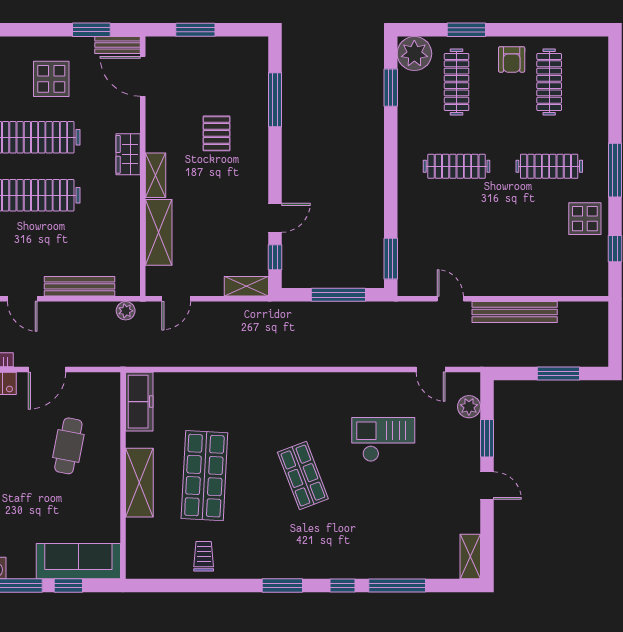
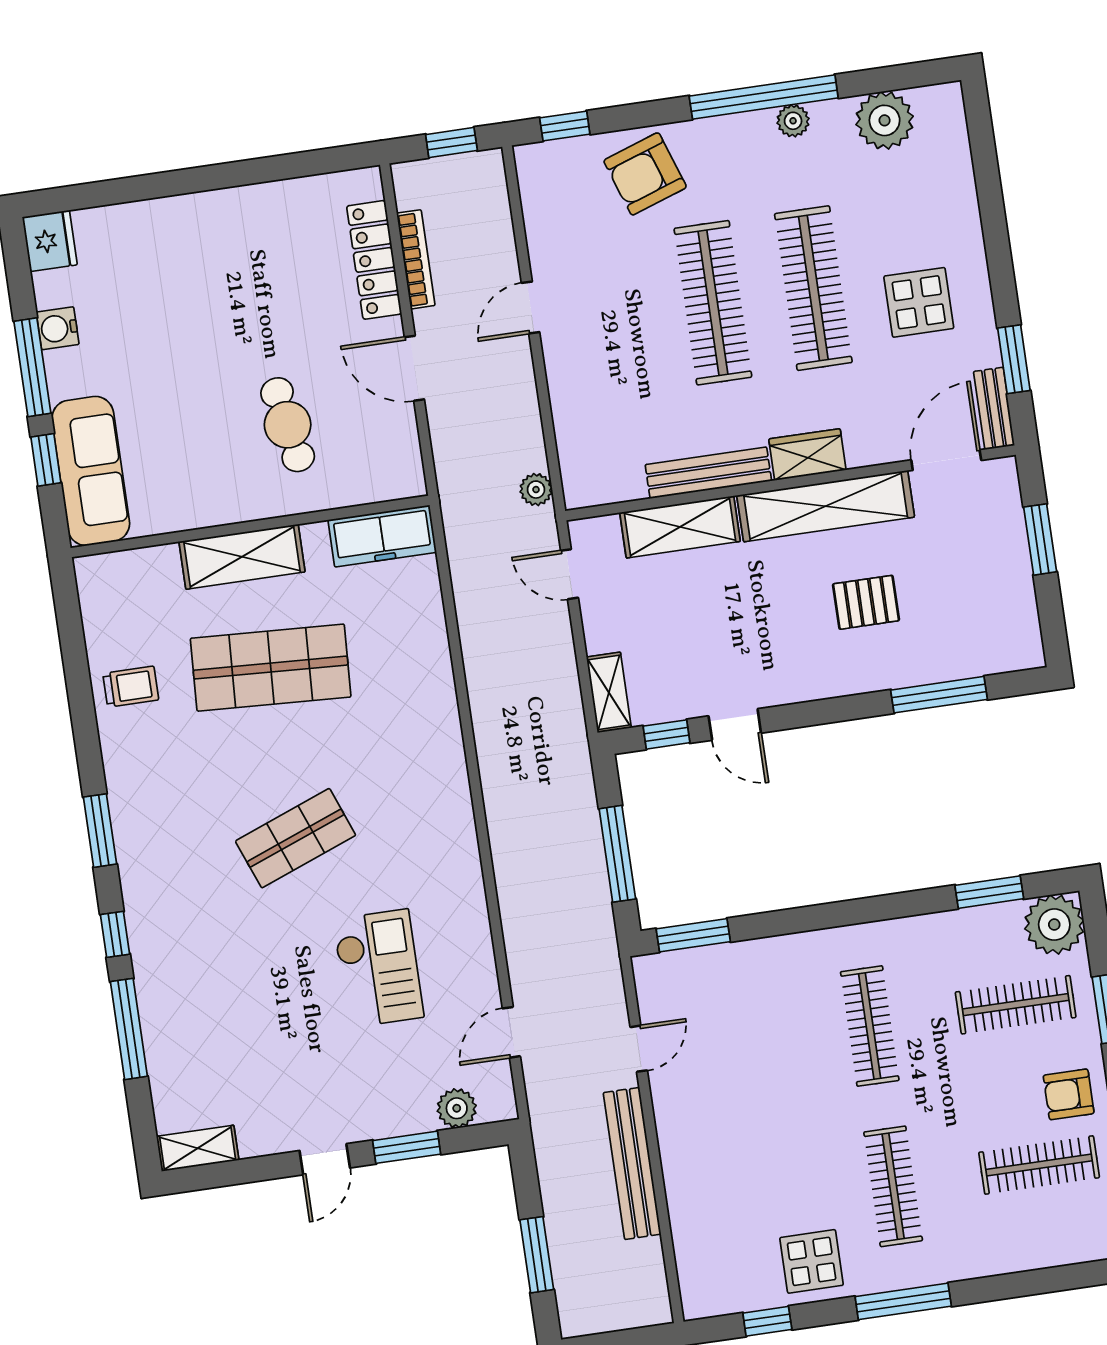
shelving: (156, 175) -> (826, 506), width x2.20, depth x1.33
bench: (80, 286) -> (708, 473), moved, turned 90
cafe table: (68, 446) -> (288, 425), turned 69

